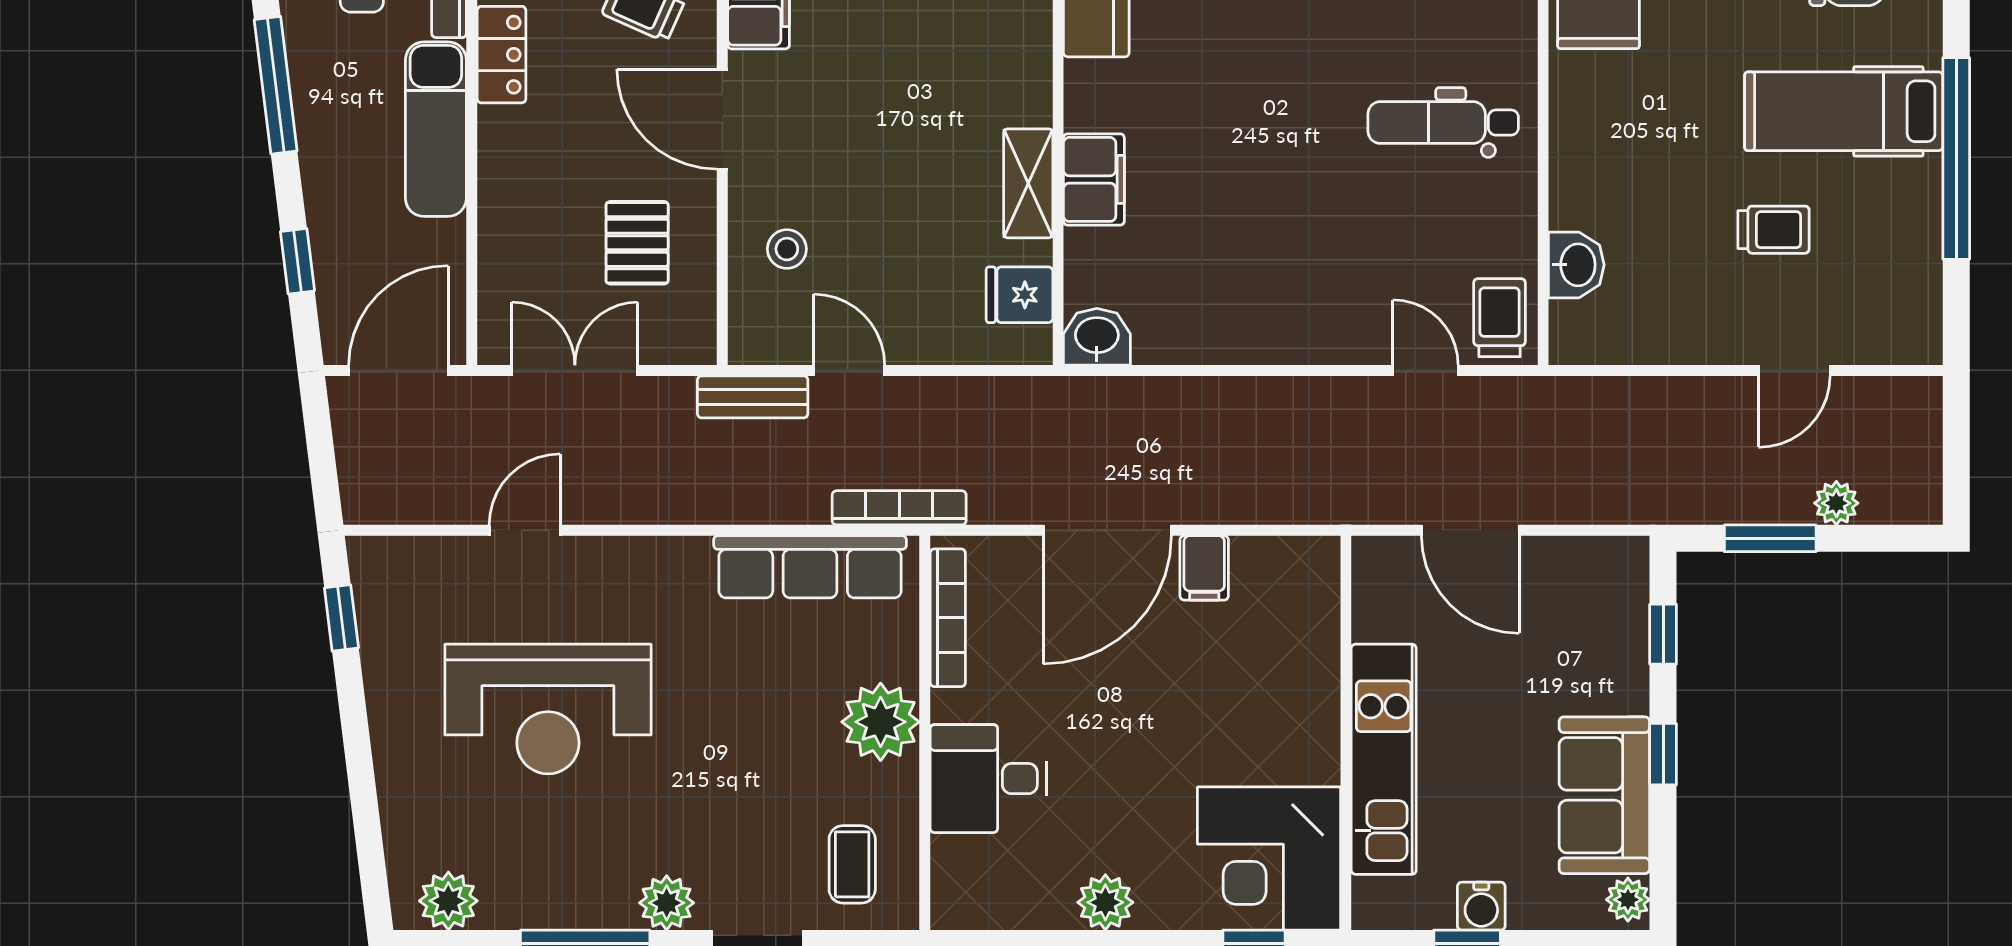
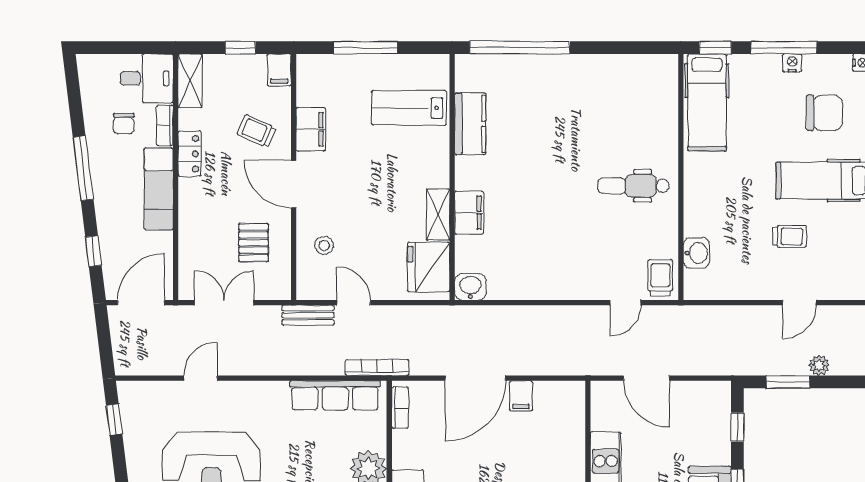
fridge: (1019, 295) -> (429, 267), width x1.88, depth x1.34
door: (1426, 370) -> (625, 303), swing flipped
bookcase: (948, 618) -> (400, 408), width x0.64

